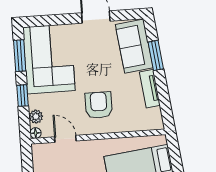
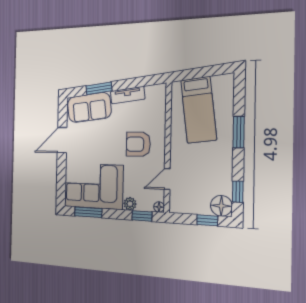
window: (23, 96) -> (142, 216), moved
plant: (36, 117) -> (130, 204), moved

